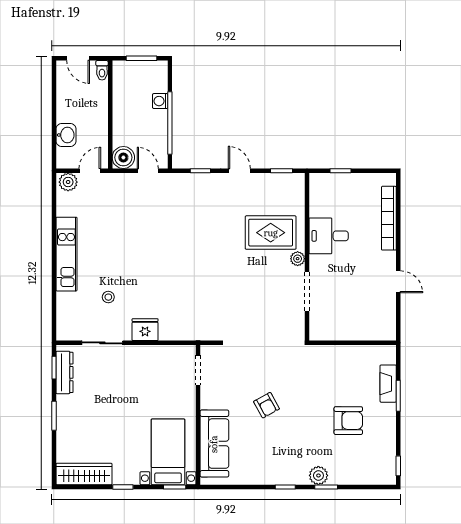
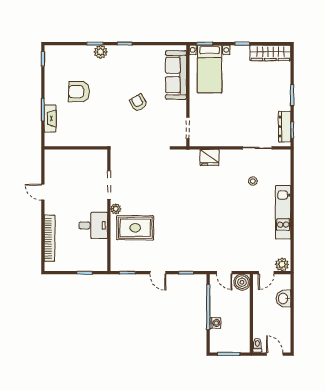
fridge: (145, 330) -> (210, 157), moved

